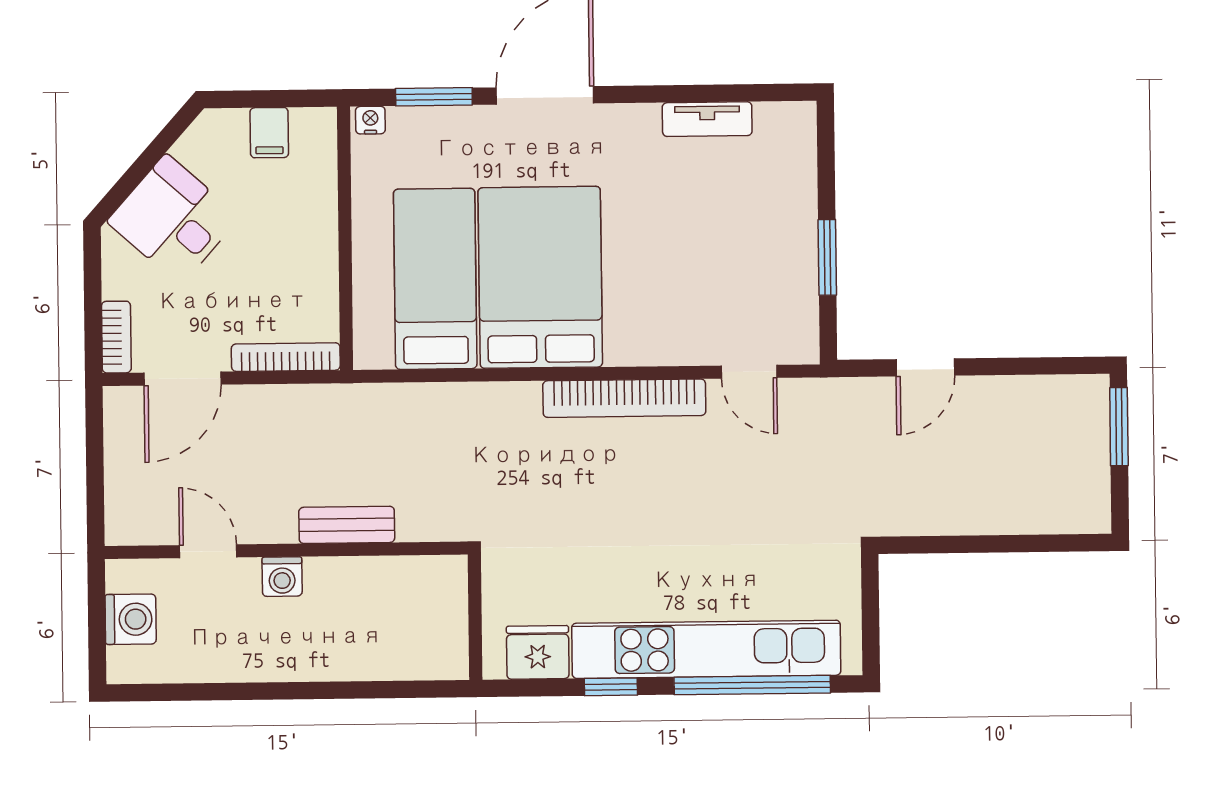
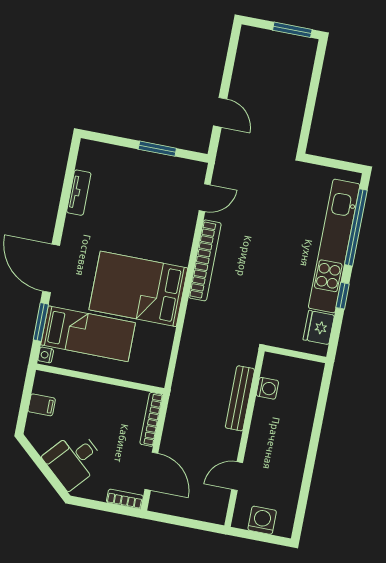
bed: (435, 279) -> (88, 334), moved, turned 180
window: (1119, 427) -> (292, 30), moved
bench: (347, 525) -> (240, 398), width x1.36
washing machine: (282, 577) -> (267, 388), moved

